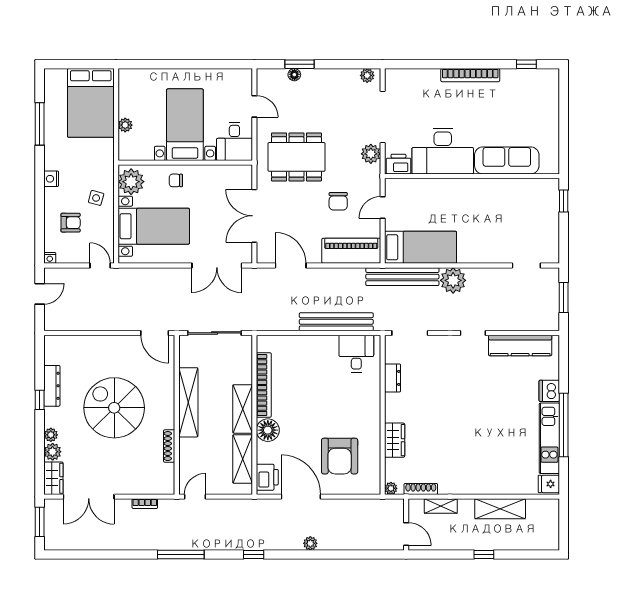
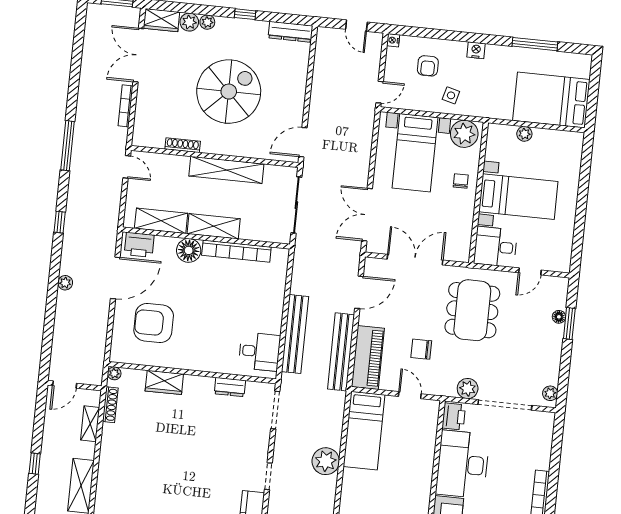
bench: (402, 277) -> (341, 352), moved
dresser: (52, 386) -> (290, 32), moved
bookcase: (145, 504) -> (126, 106), width x1.56

